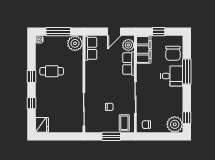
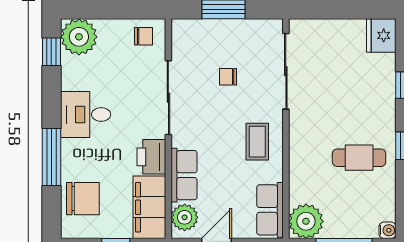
chair: (173, 53) -> (83, 199), turned 90
printer: (143, 72) -> (151, 157), added
desk: (172, 76) -> (86, 115), moved
coffee table: (124, 123) -> (257, 142), moved

